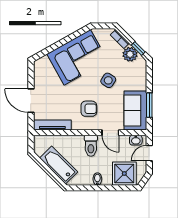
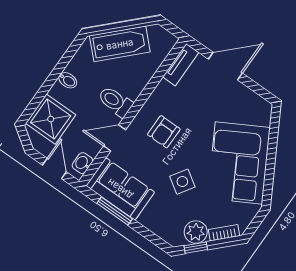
tv unit: (52, 125) -> (181, 65), width x0.71

